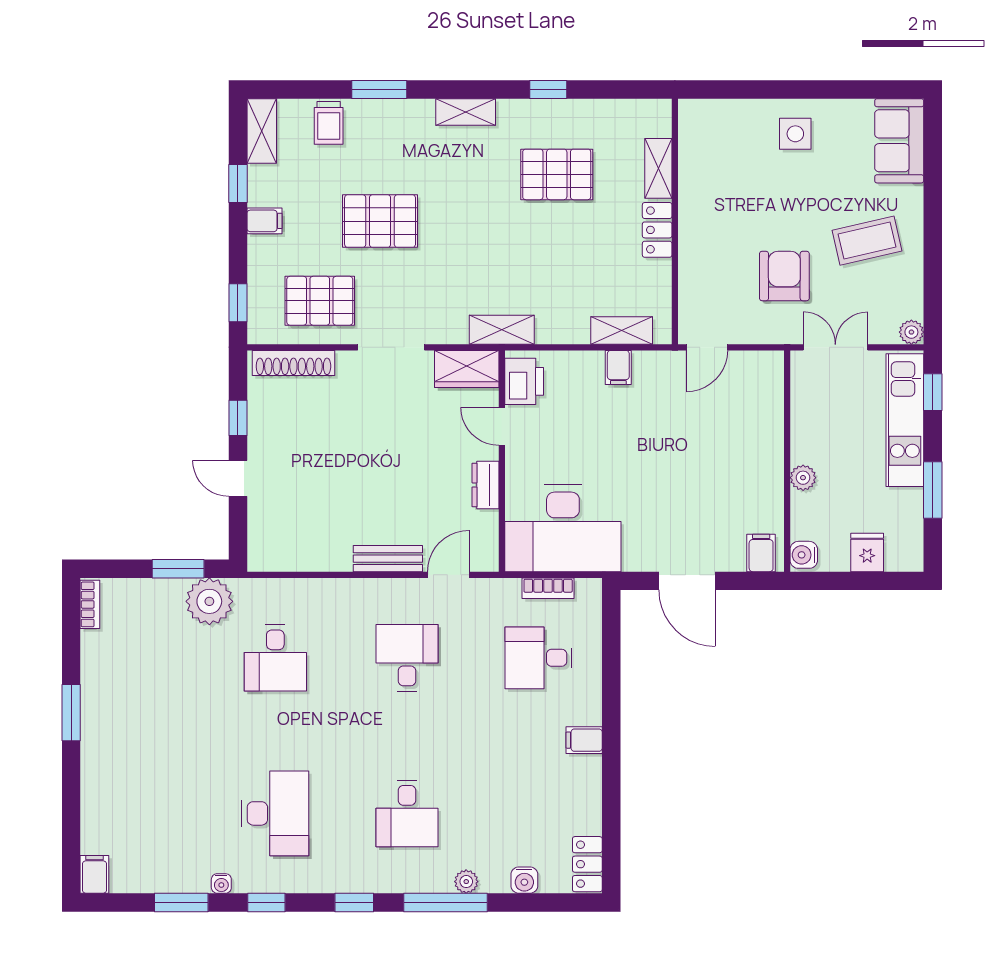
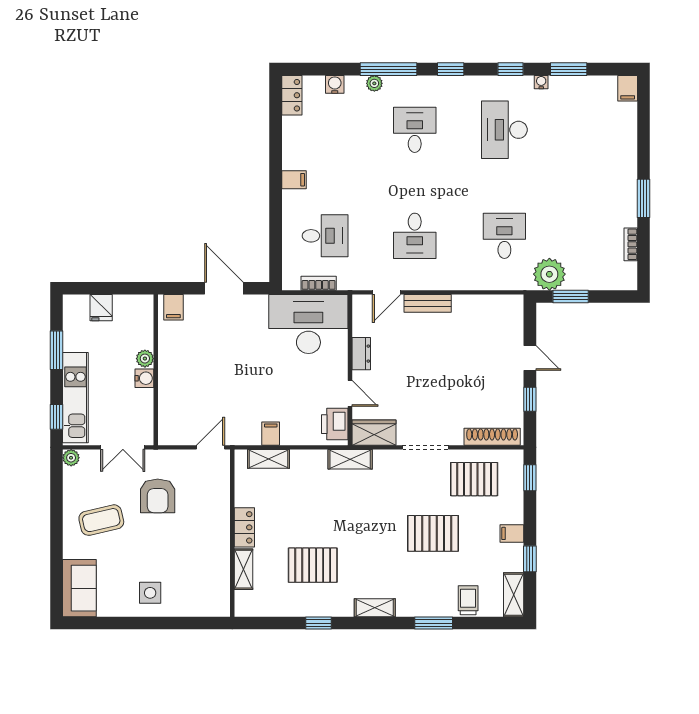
water cooler: (804, 555) -> (144, 378), moved
bookcase: (90, 604) -> (631, 244), moved

